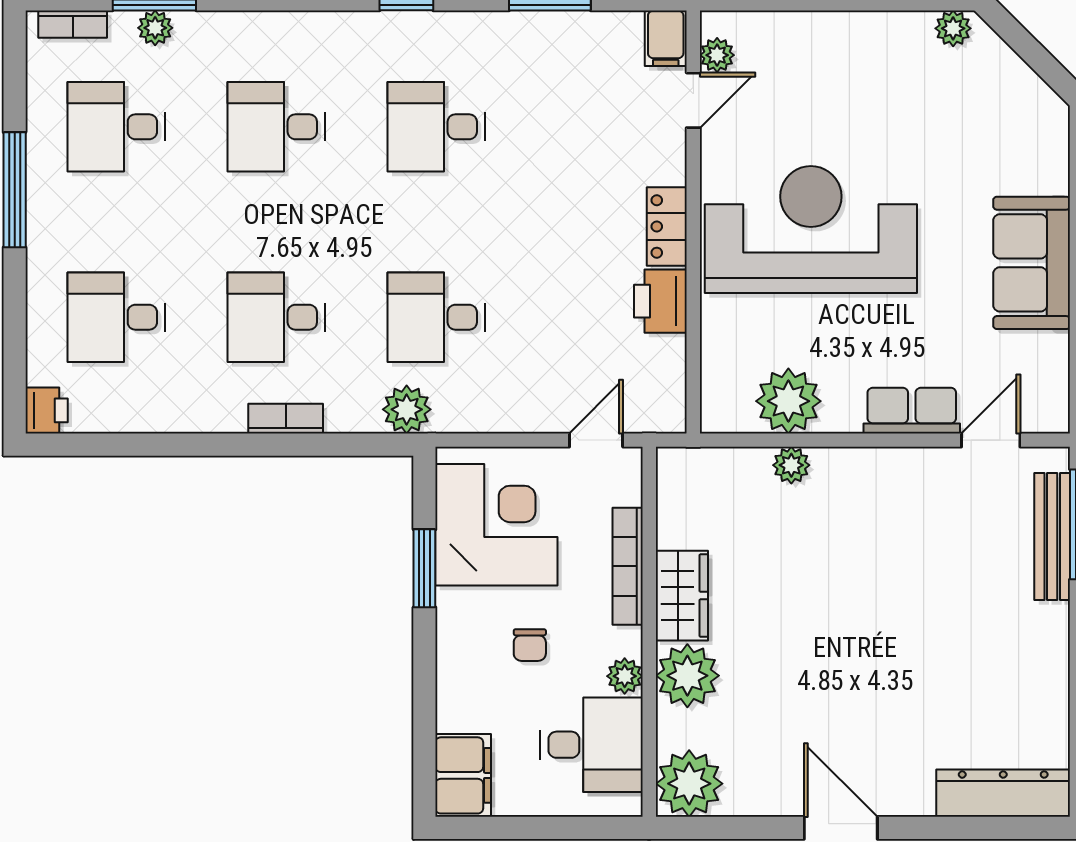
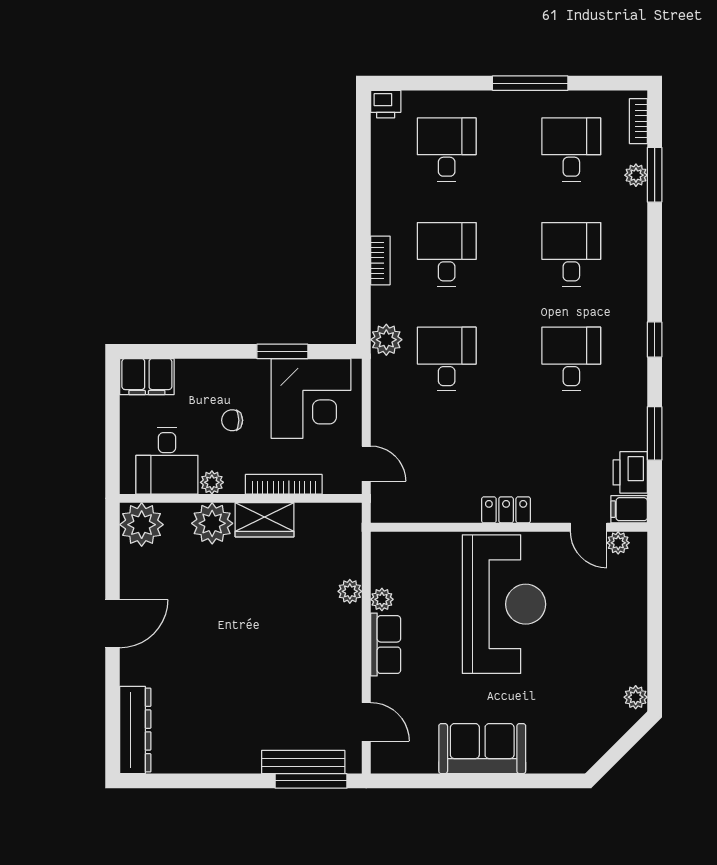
printer: (660, 301) -> (630, 472), moved, turned -90
plant: (788, 401) -> (382, 599), width x0.53, depth x0.53
row of seats: (912, 411) -> (386, 645), moved

